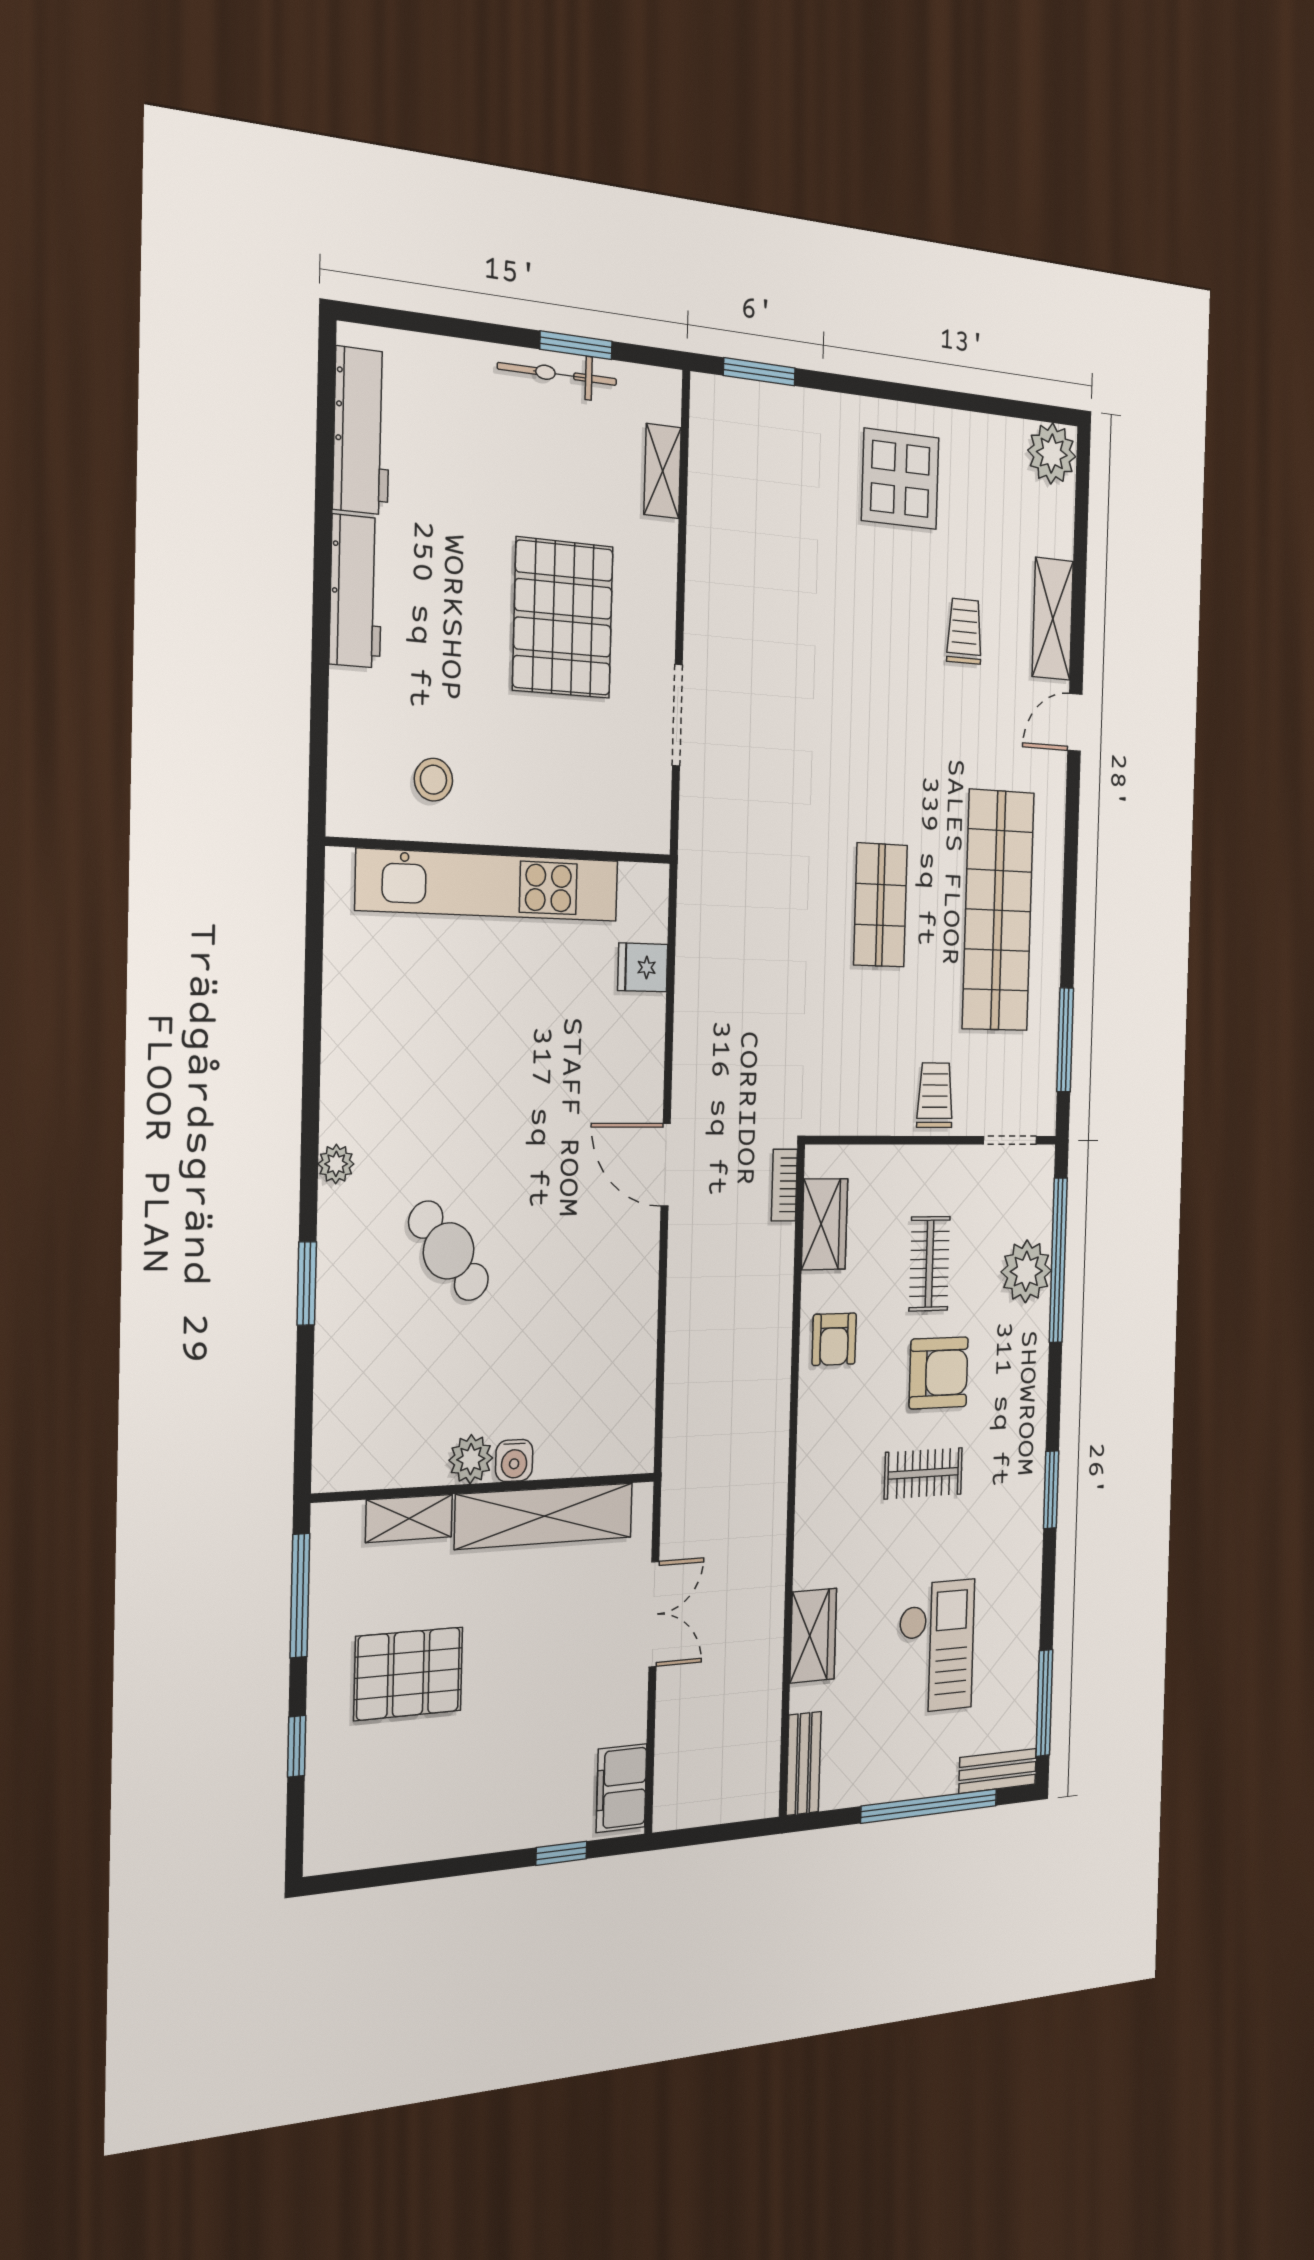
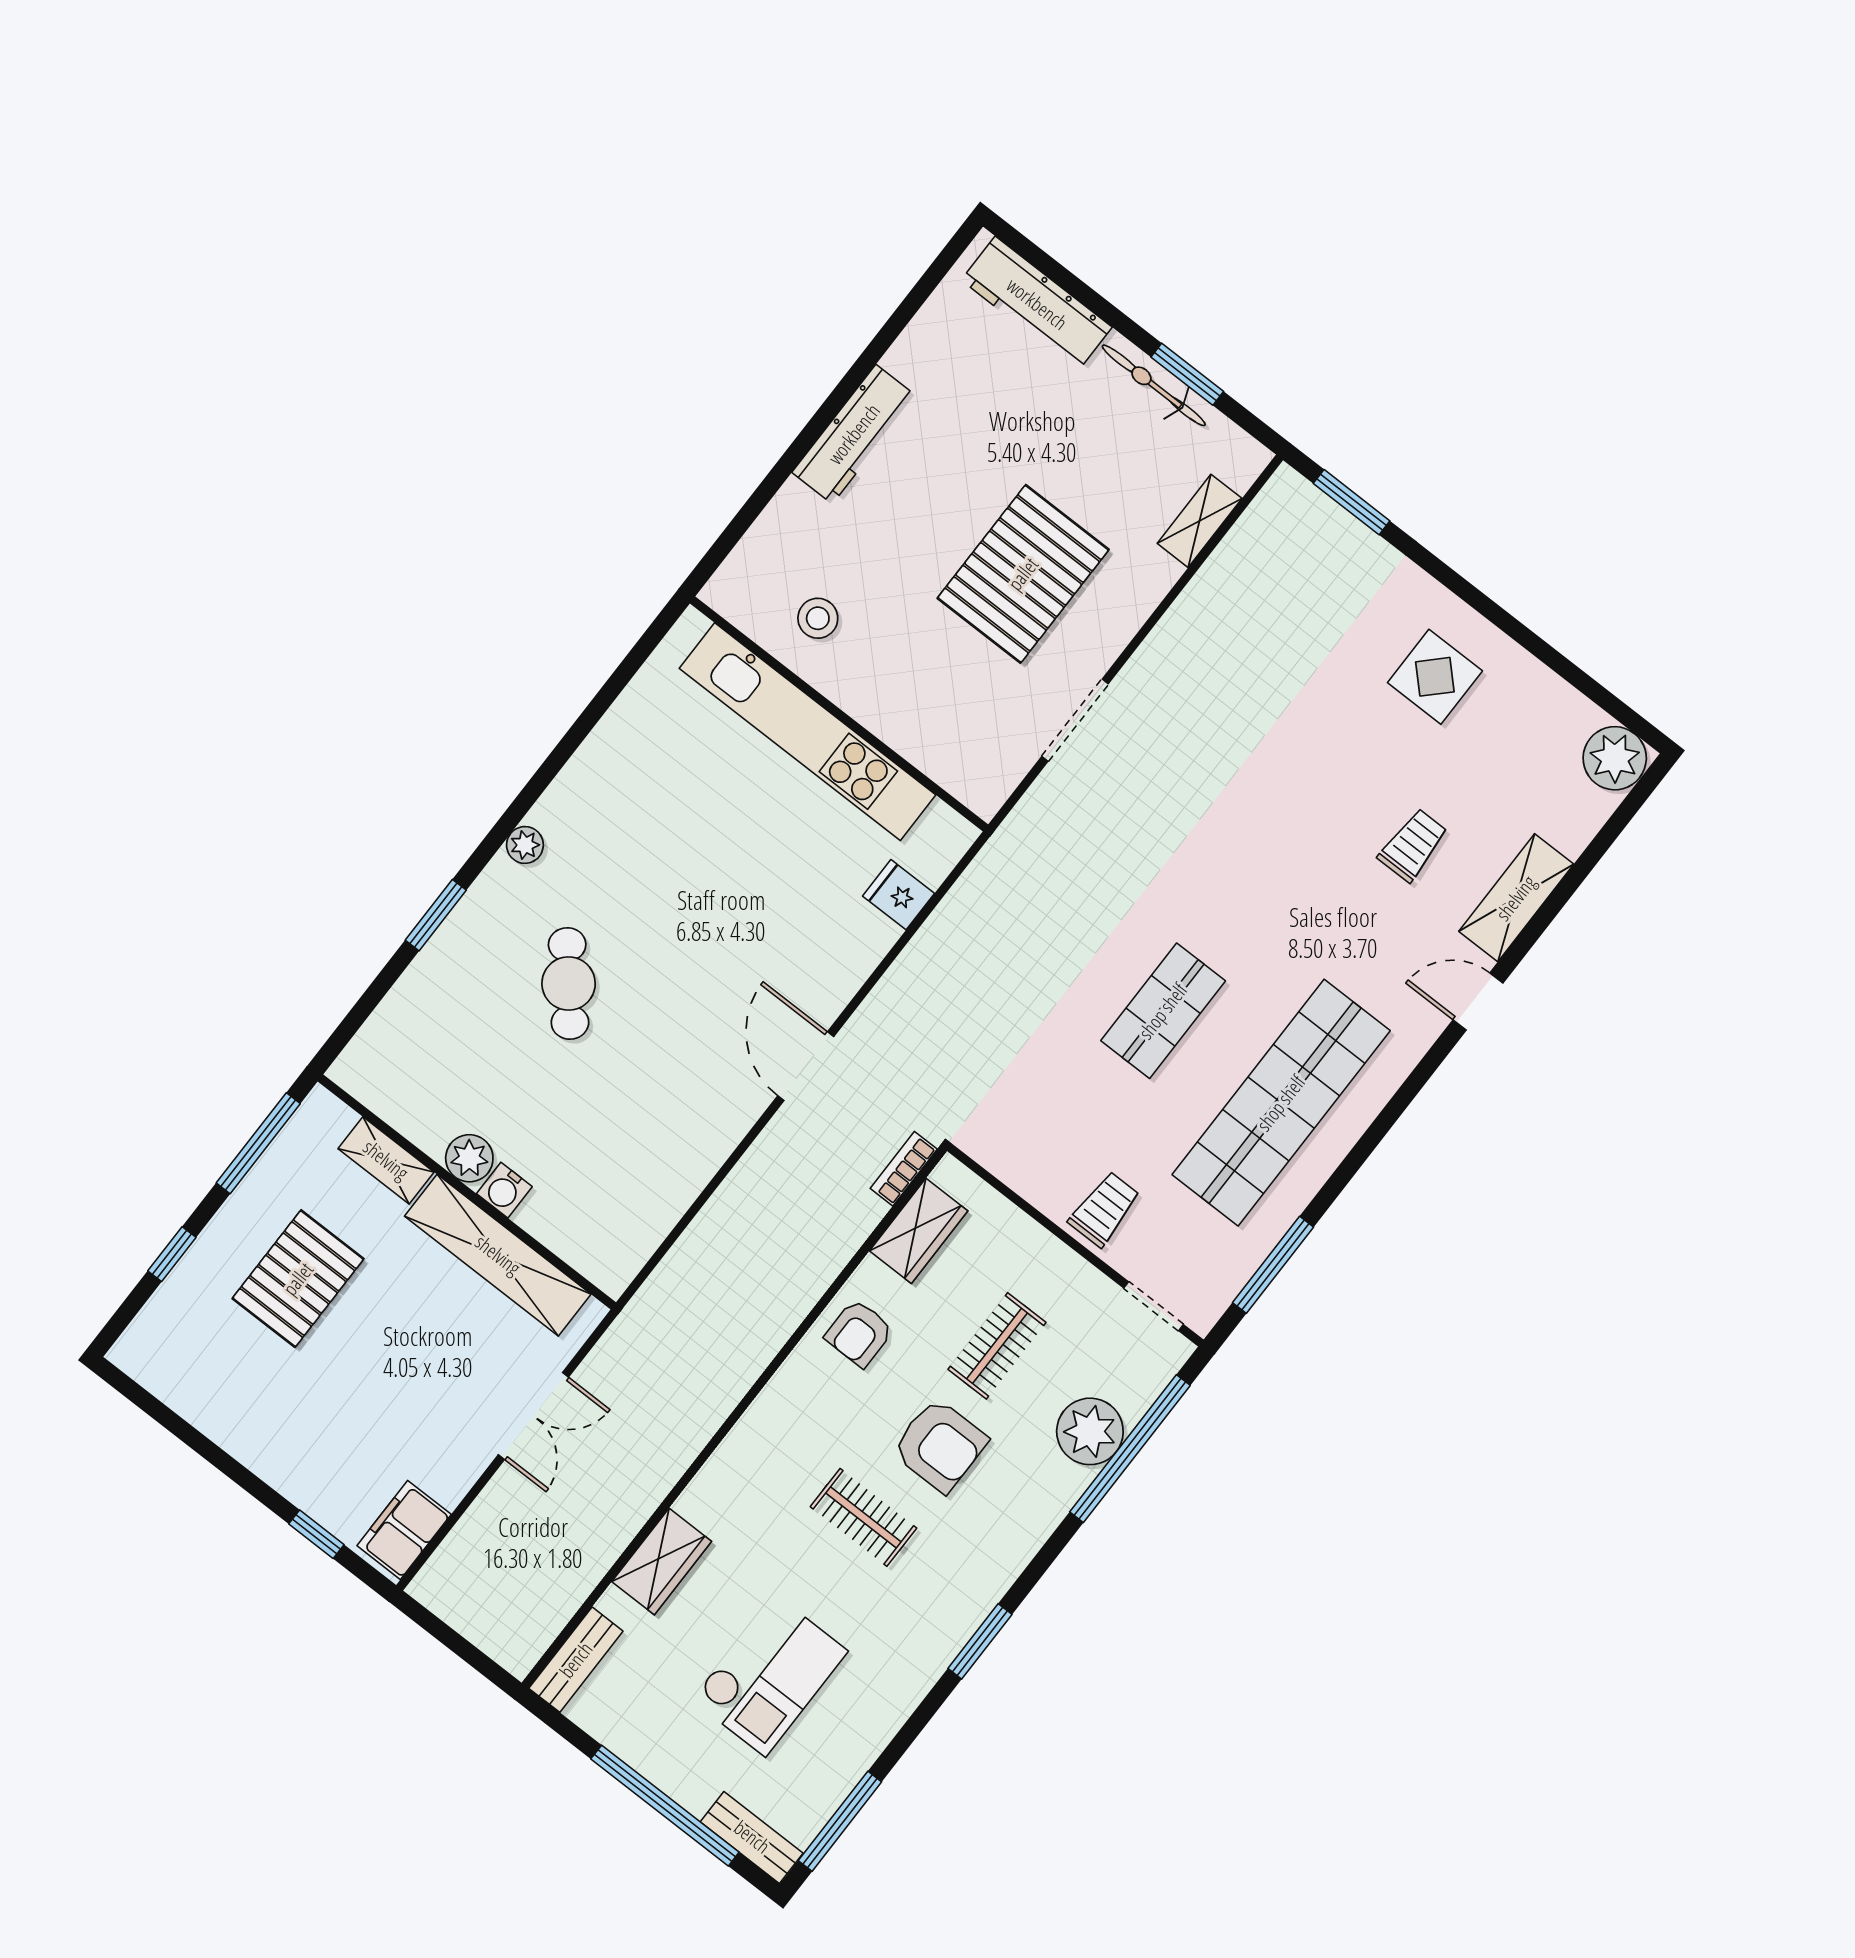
workbench: (362, 431) -> (1037, 304), moved, turned 90
display table: (900, 479) -> (1435, 677), width x0.73, depth x0.73
pallet: (408, 1674) -> (298, 1279), turned 90

